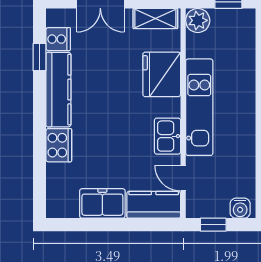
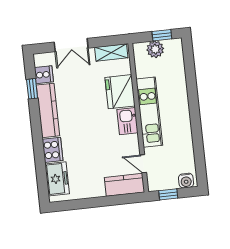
plant: (198, 20) -> (155, 49), moved
kitchen sink: (167, 136) -> (127, 121), moved
freezer: (102, 203) -> (57, 179), moved, turned 90

